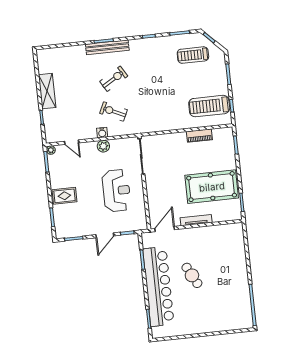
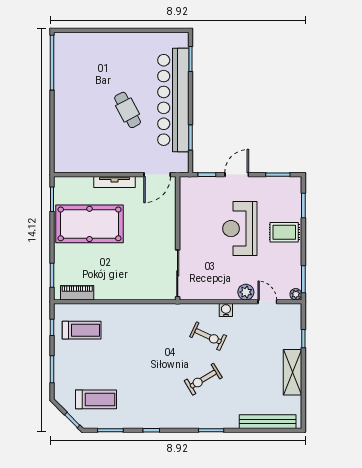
bench: (107, 47) -> (268, 422), moved
treadmill: (209, 106) -> (82, 330), width x0.73, depth x0.73
piano: (199, 136) -> (77, 293), moved
plant: (103, 146) -> (246, 292), moved
reception desk: (116, 191) -> (240, 229), moved

